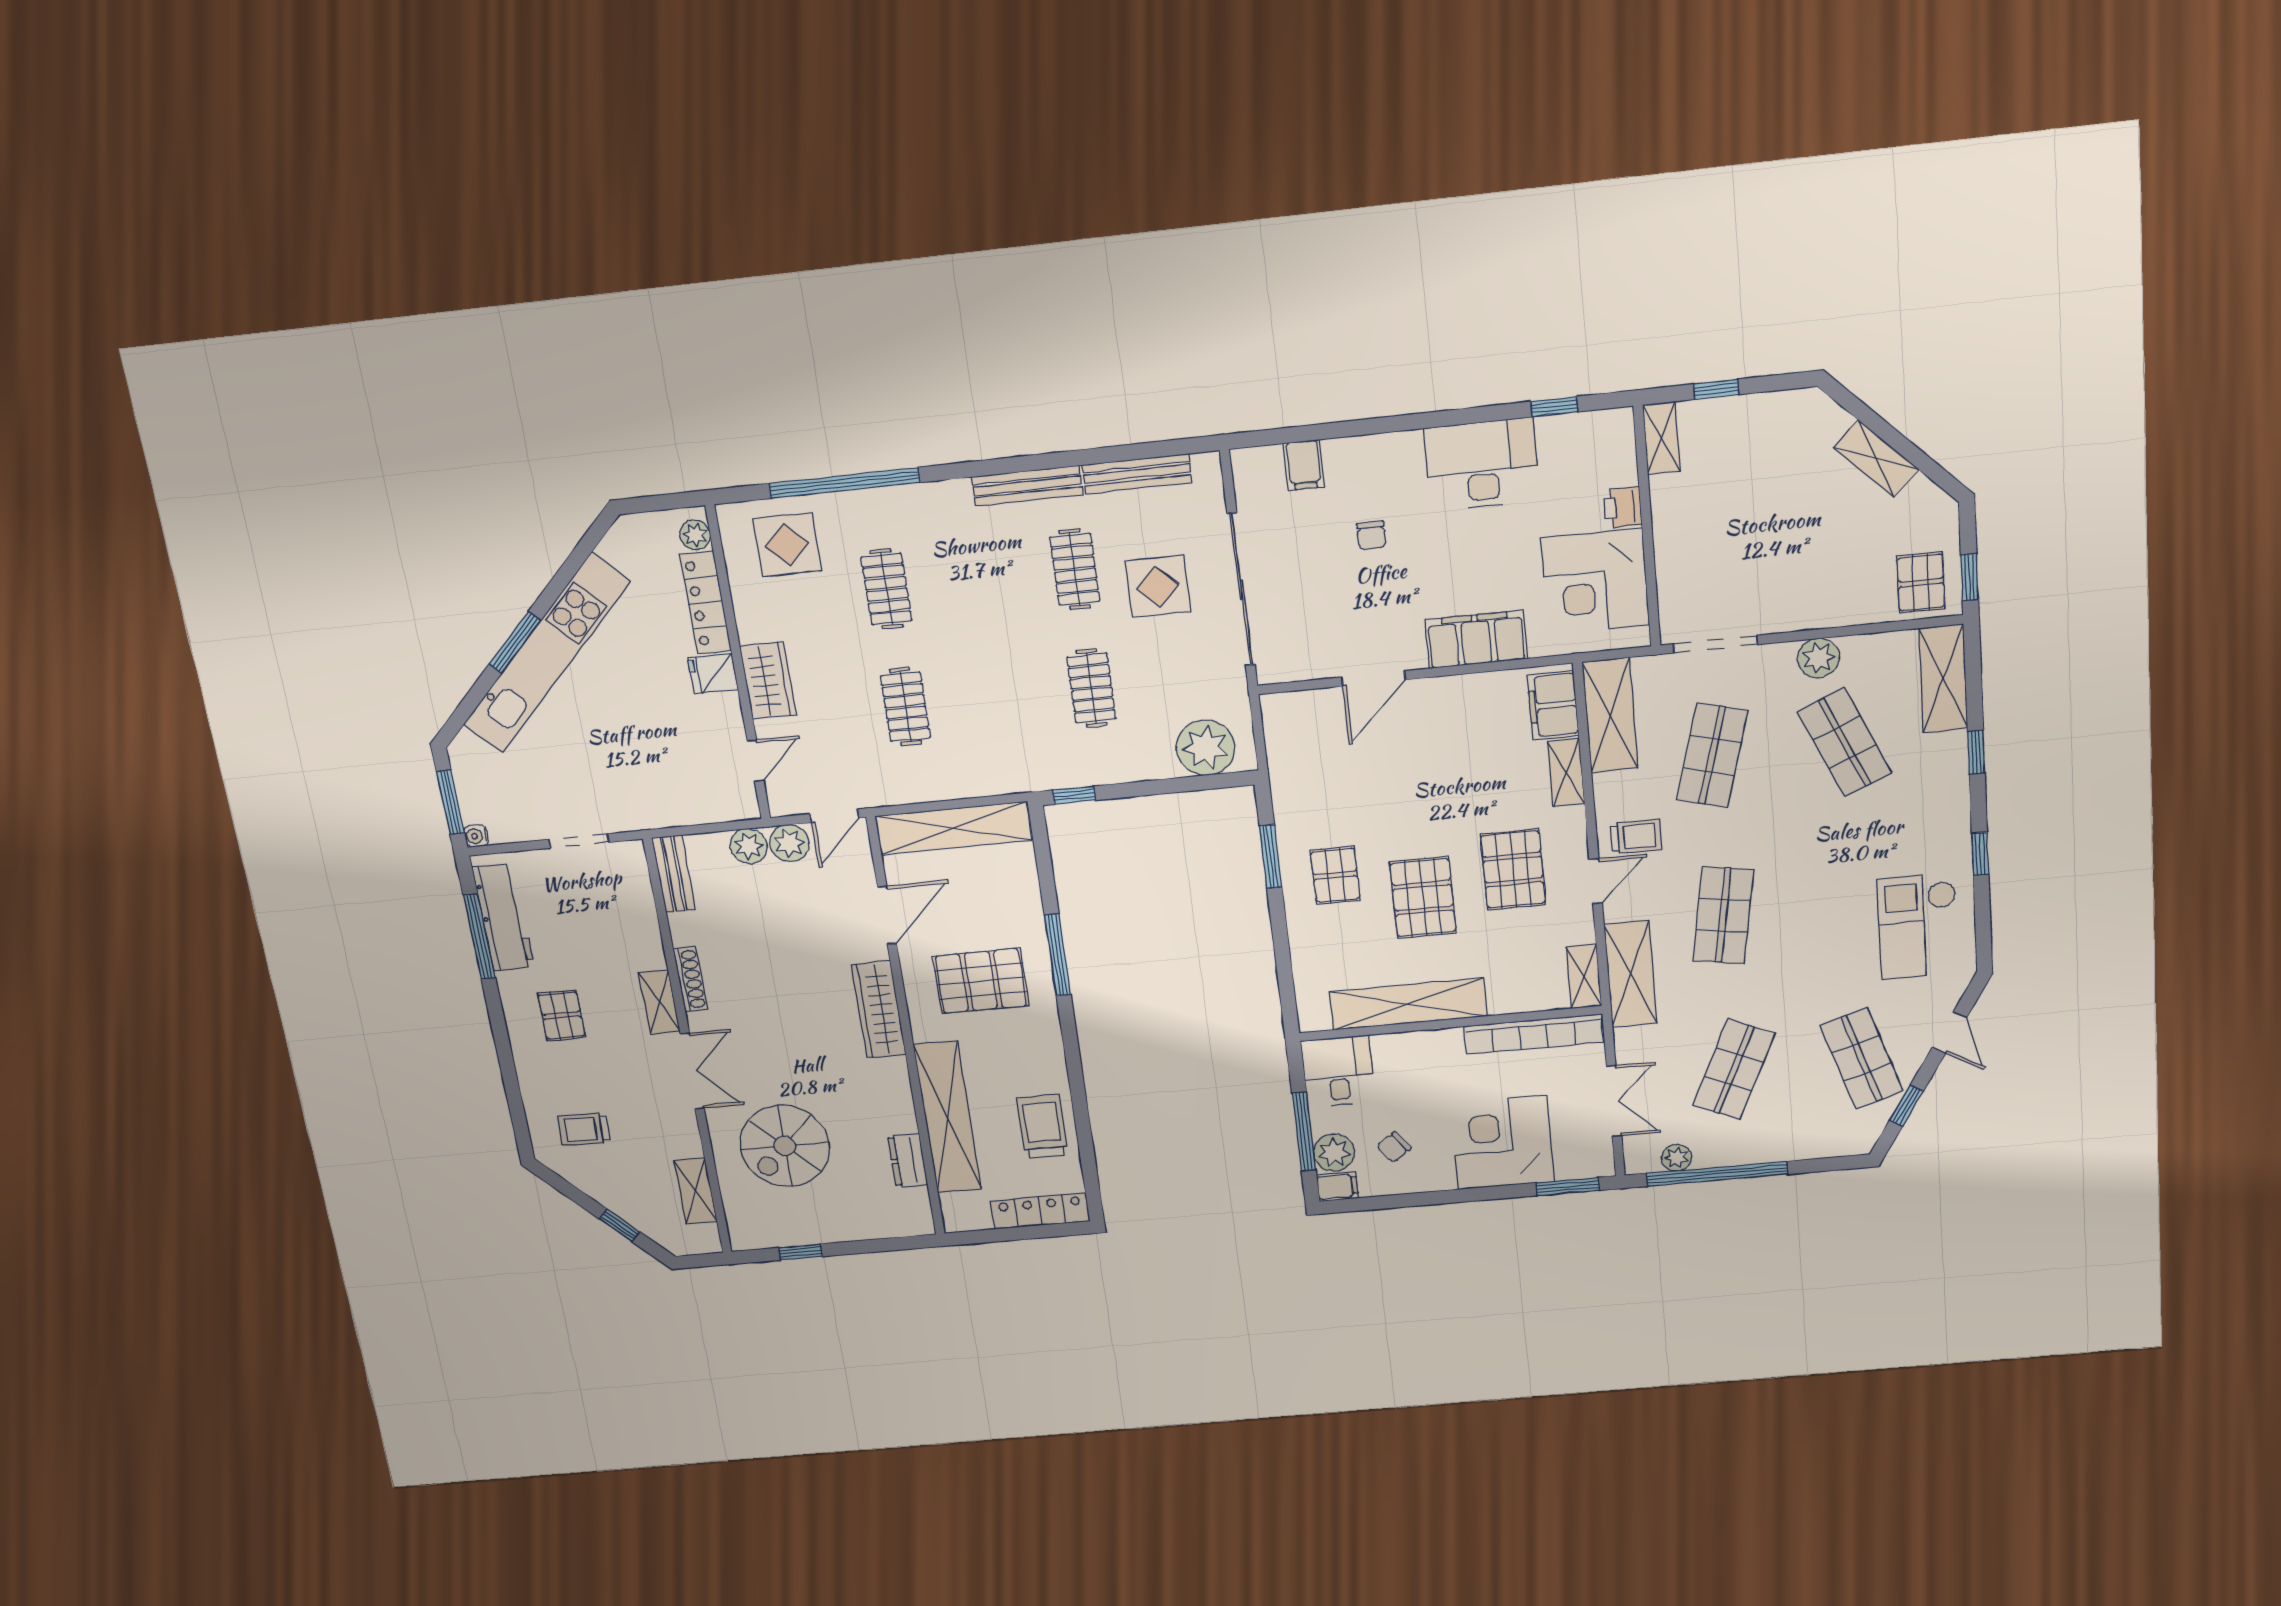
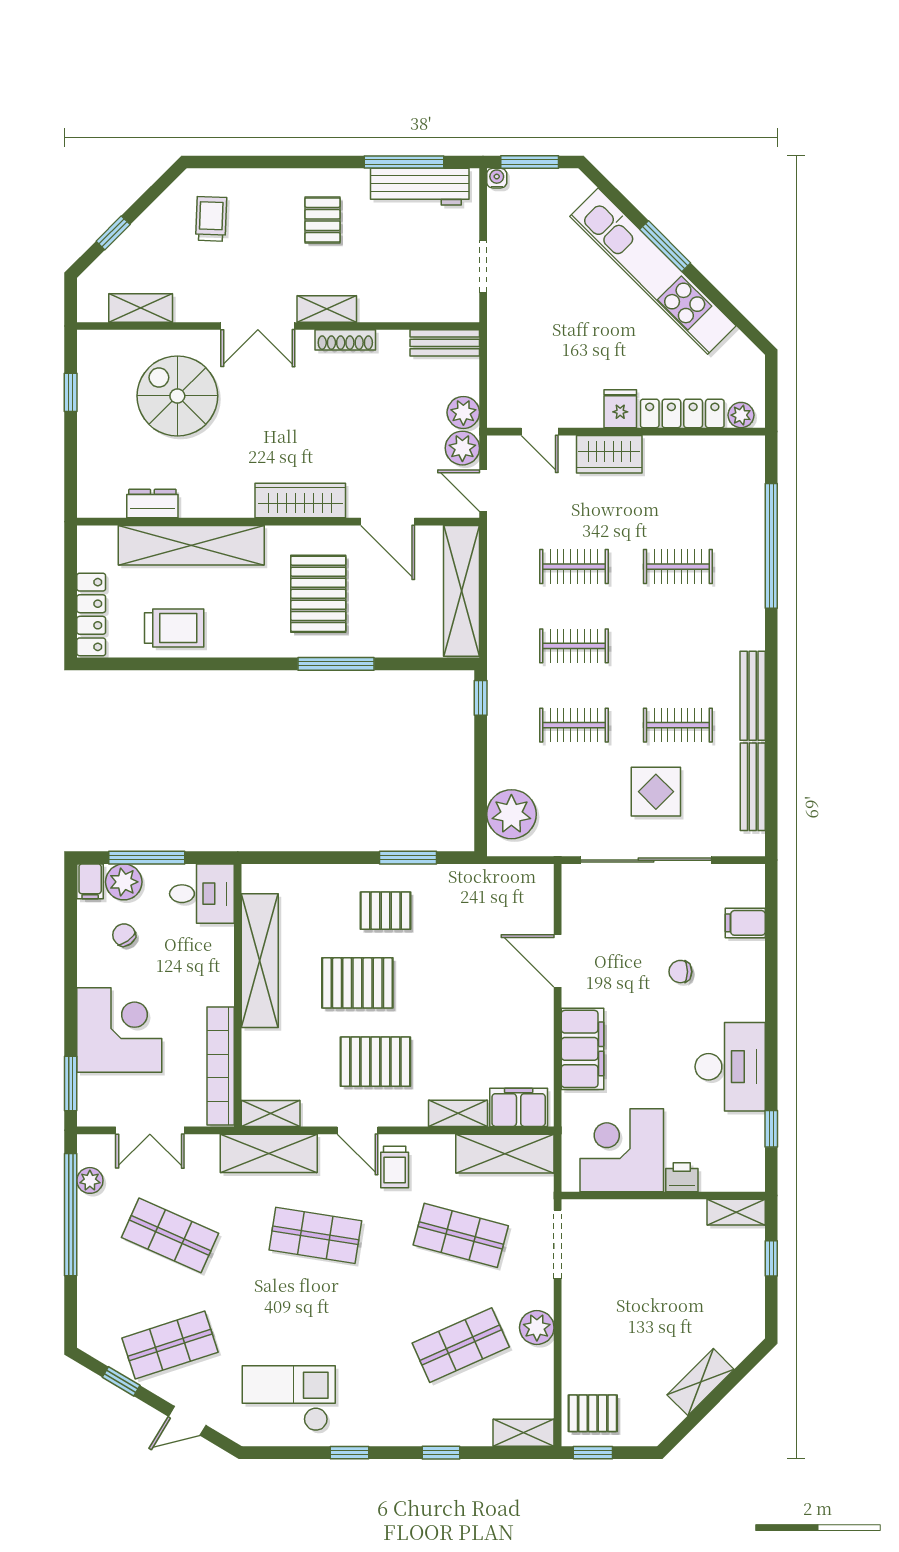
display table: (787, 545) -> (724, 490), removed
shelving: (1943, 678) -> (523, 1433), width x0.67, depth x0.75
clothes rail: (998, 697) -> (574, 646), added
pallet: (562, 1015) -> (323, 220), turned 90

